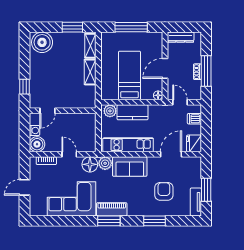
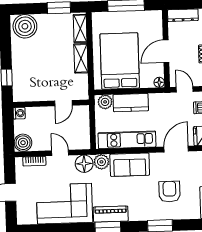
bed: (130, 75) -> (120, 61), width x1.50
door: (48, 111) -> (63, 103), moved
washing machine: (34, 130) -> (19, 113), moved

